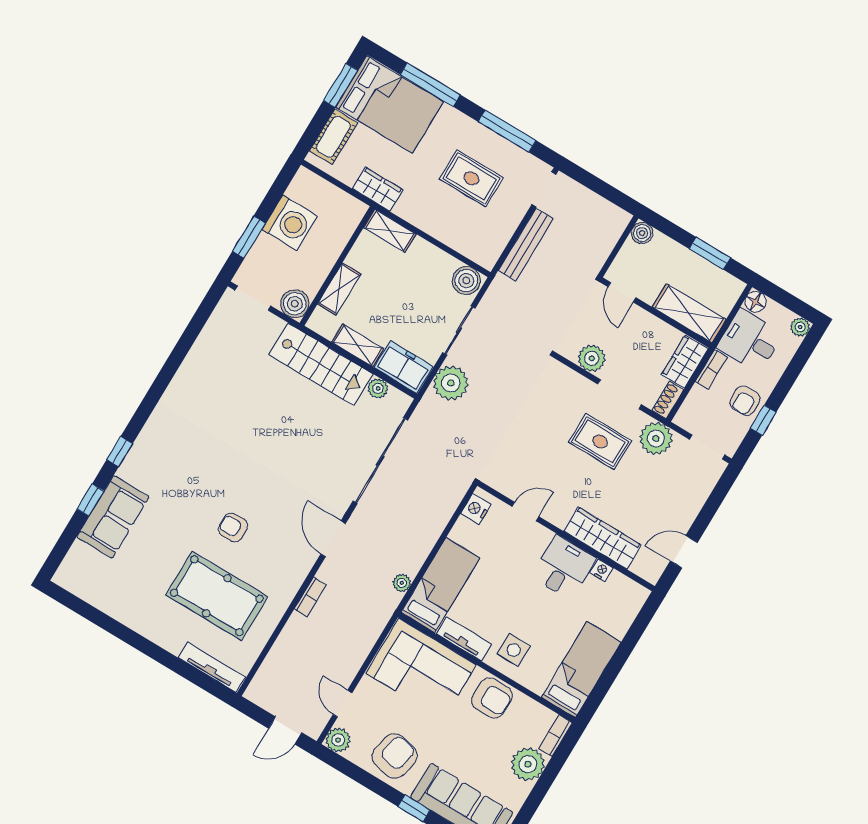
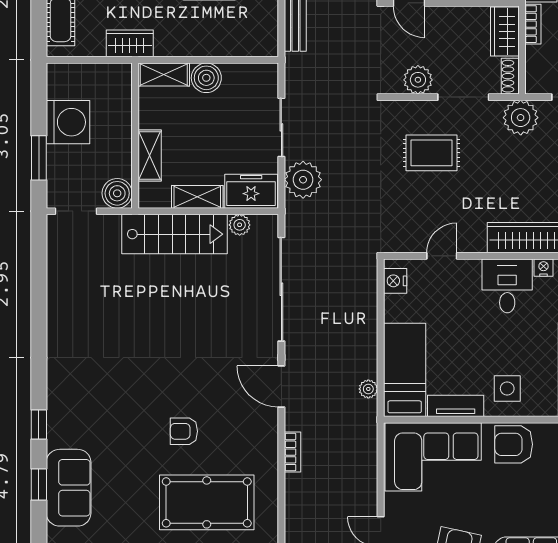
boiler: (466, 281) -> (206, 78), moved
rug: (600, 441) -> (431, 153), moved
armchair: (492, 698) -> (514, 444), turned 180

